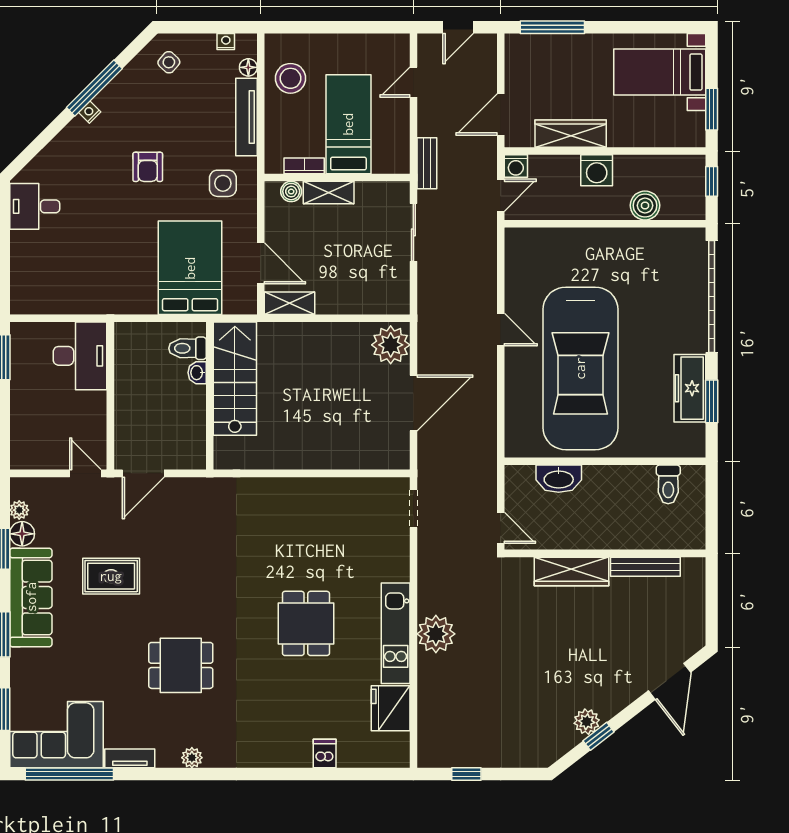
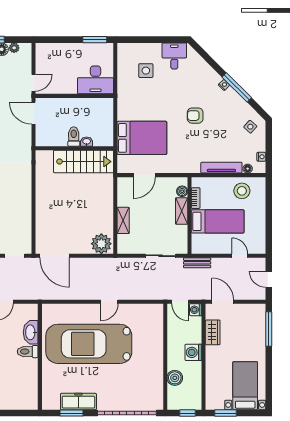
wardrobe: (571, 134) -> (213, 332), width x0.67
side table: (223, 183) -> (146, 71), moved
shelving: (289, 303) -> (123, 220), moved
toilet: (187, 348) -> (74, 137), moved
door: (413, 403) -> (54, 256), moved
toilet: (668, 484) -> (28, 352), moved

